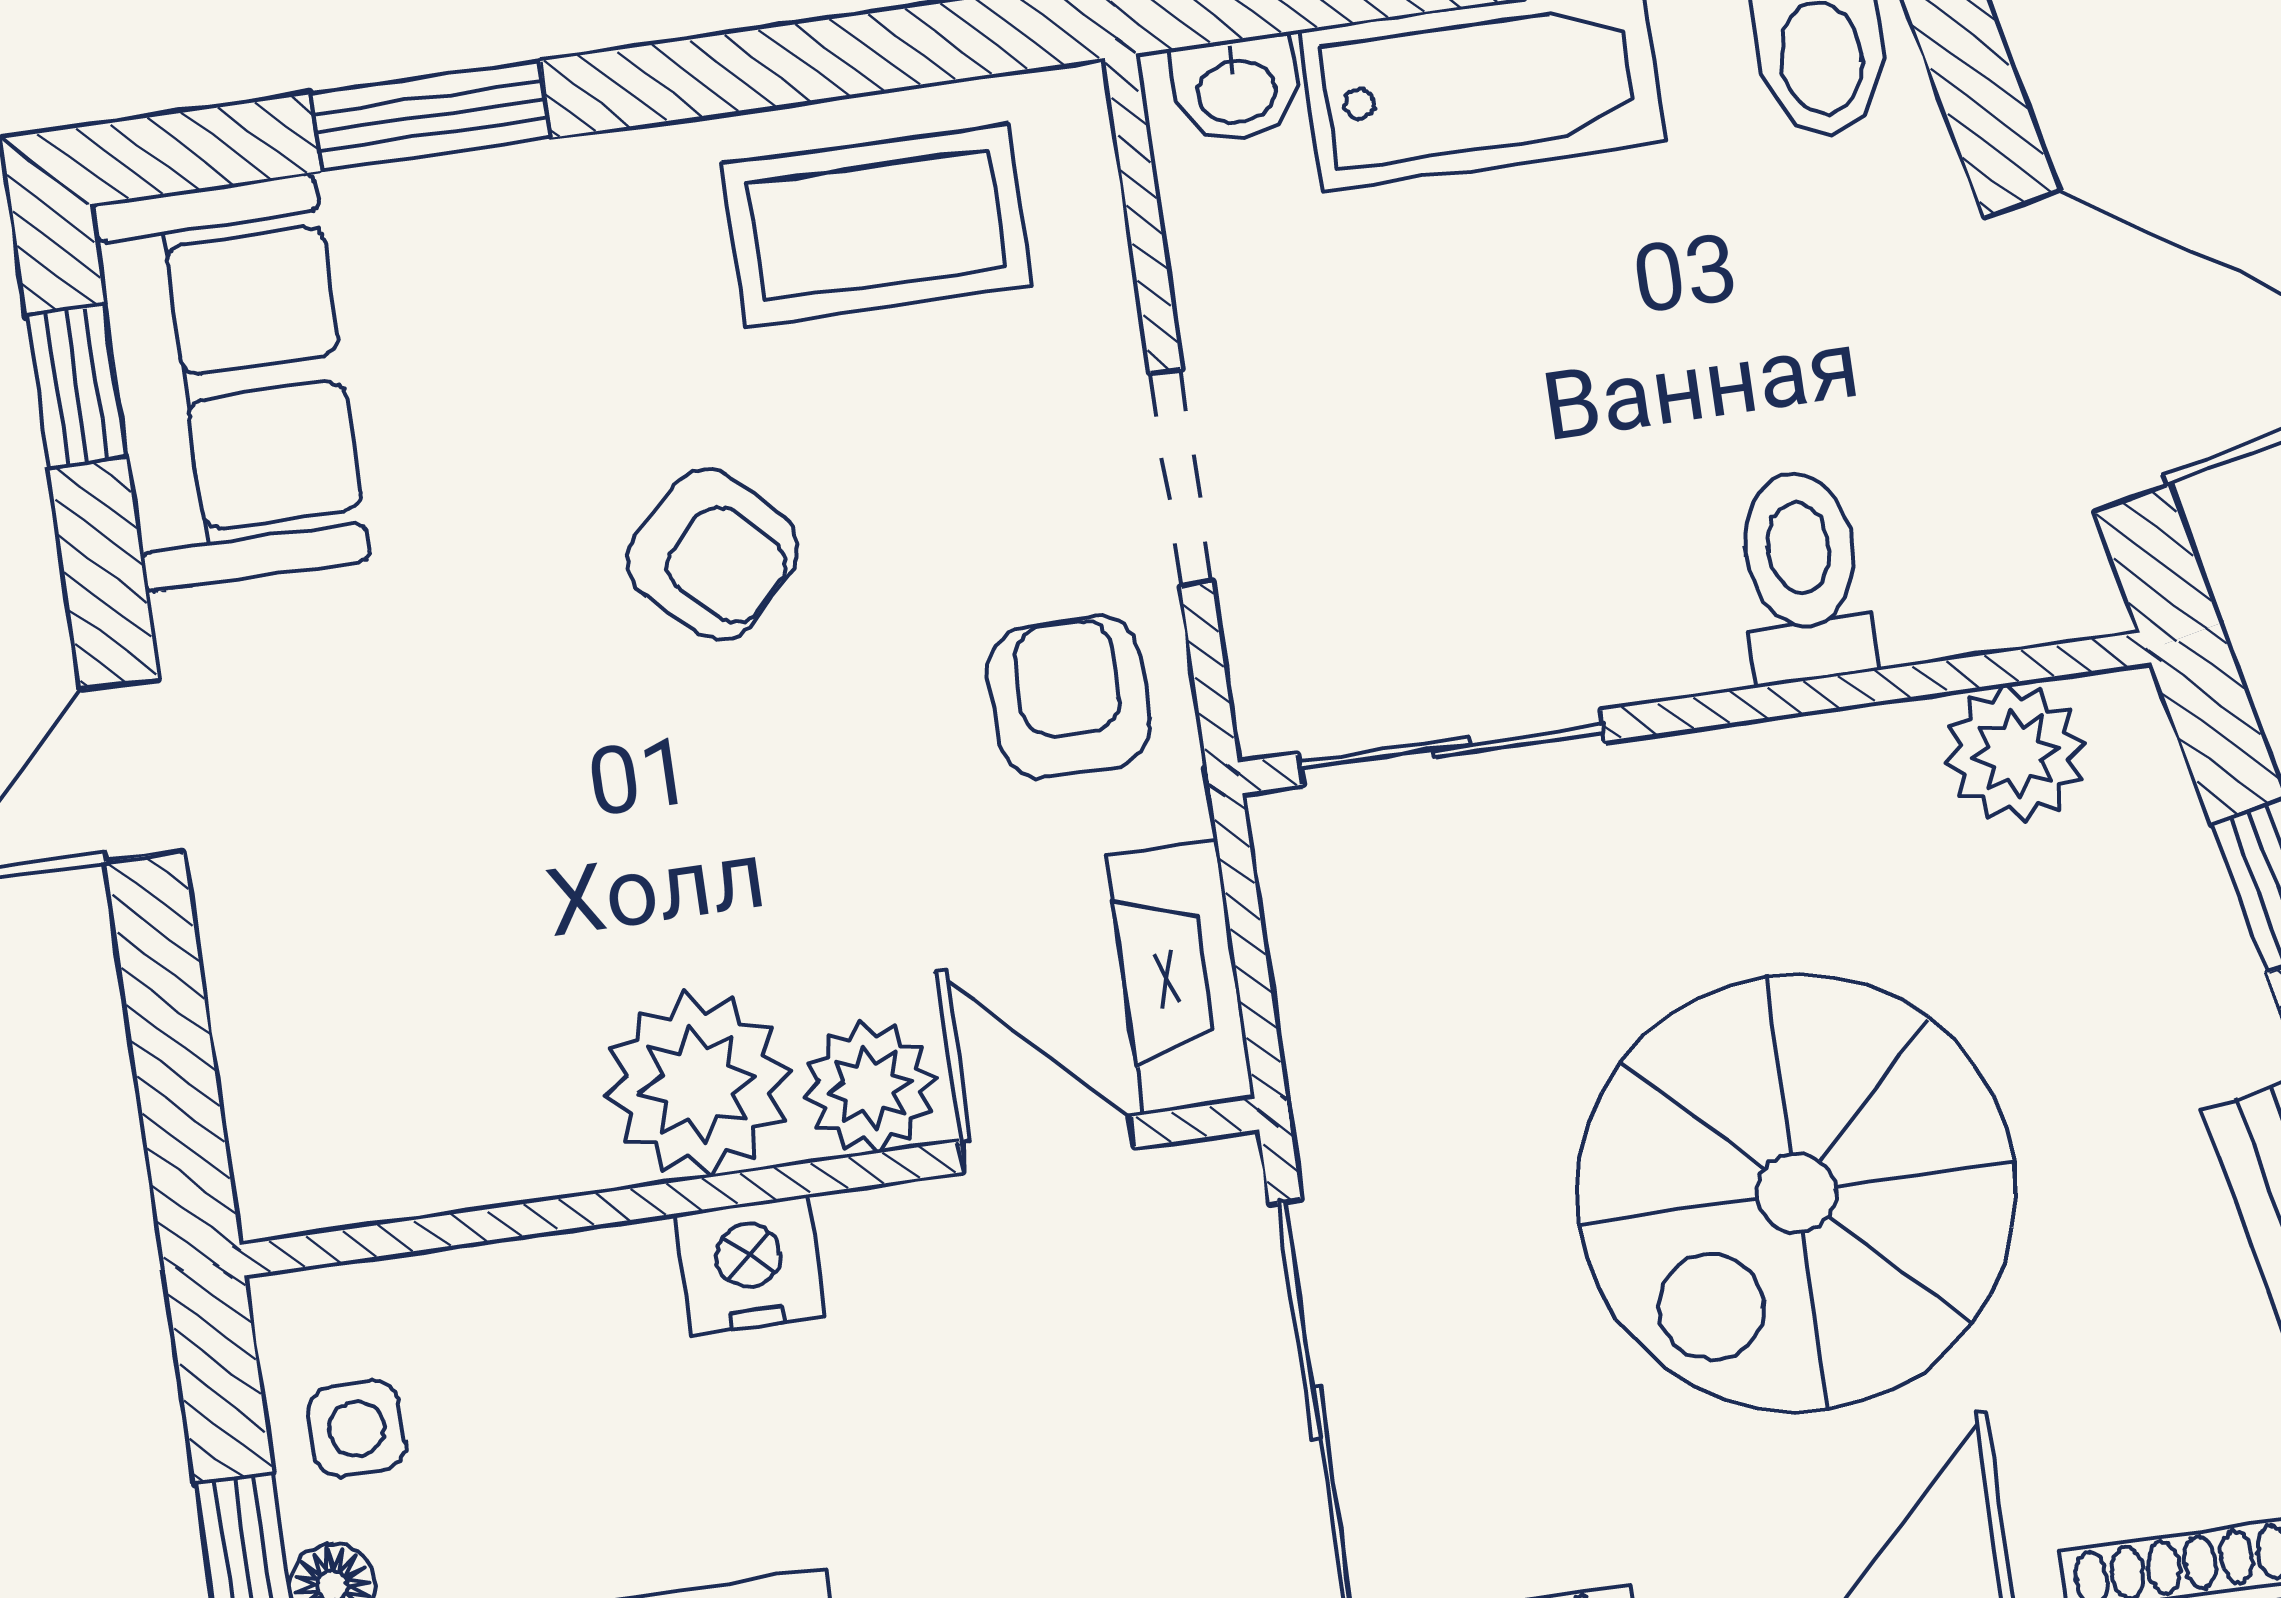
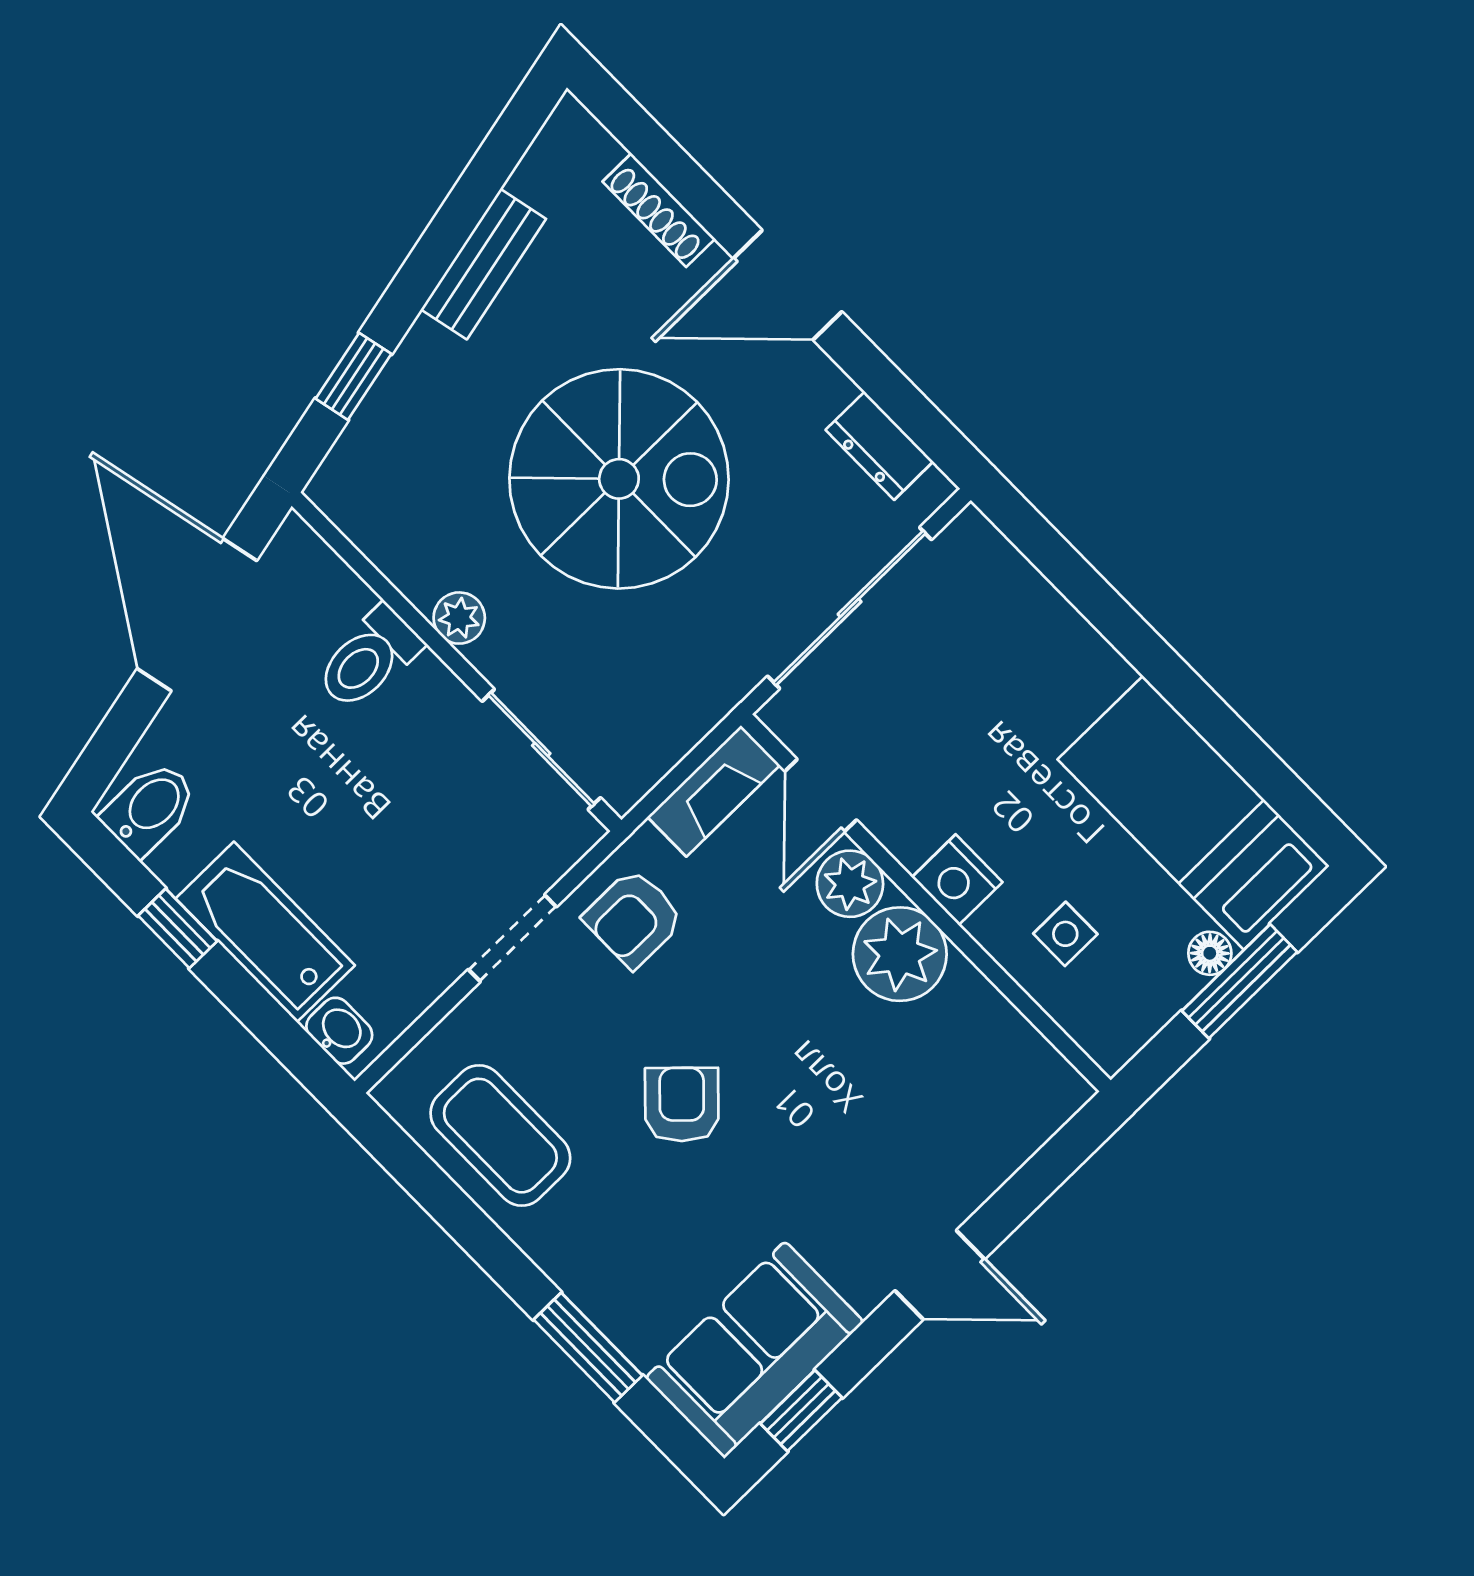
plant: (2015, 753) -> (459, 618), moved, width x0.73, depth x0.73
side table: (357, 1429) -> (1065, 934), moved

